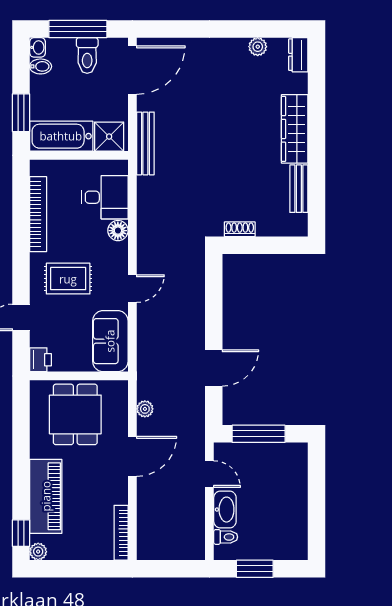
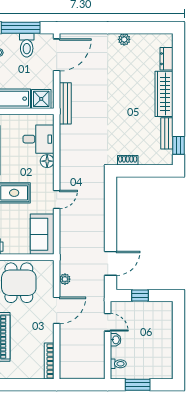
plant: (258, 47) -> (124, 39), moved
dresser: (298, 55) -> (166, 59), moved
window: (317, 207) -> (178, 145), added
door: (214, 368) -> (110, 263), moved
window: (259, 434) -> (140, 296), width x0.46
washbasin: (225, 510) -> (116, 340), width x0.52, depth x0.69

